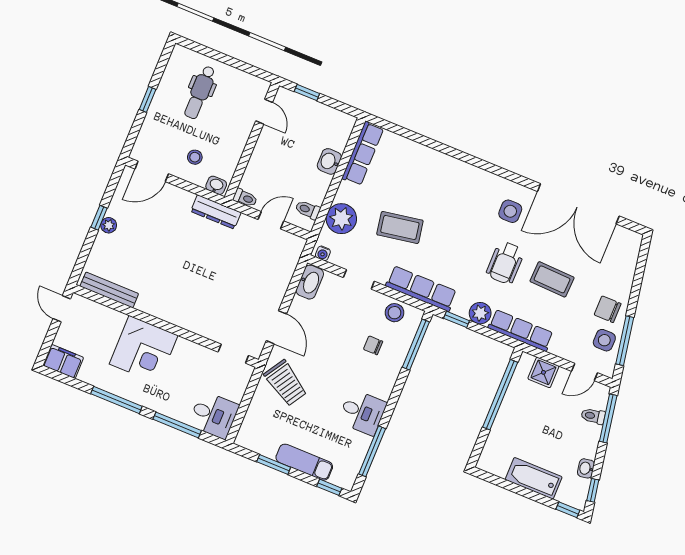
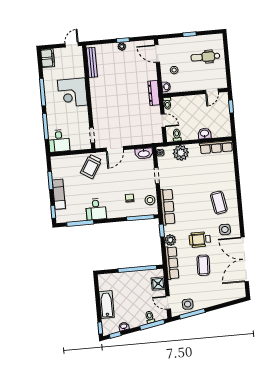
coffee table: (400, 227) -> (219, 203), moved
chair: (608, 309) -> (203, 298), removed

